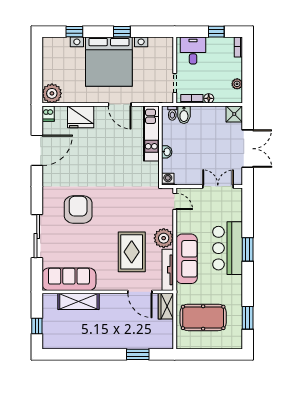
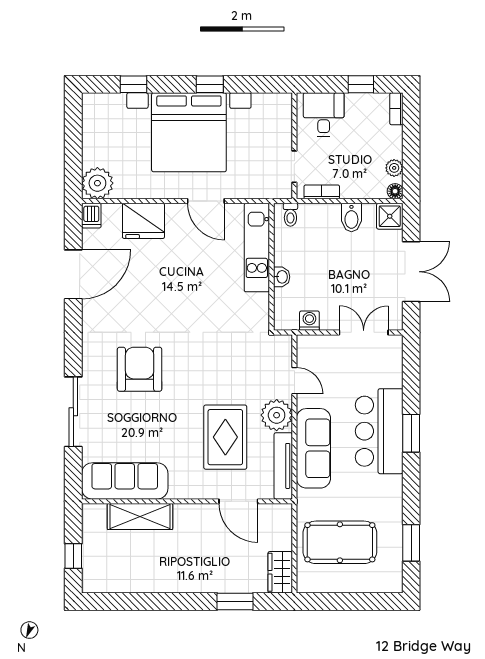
floor lamp: (209, 98) -> (395, 191), moved
bidet: (184, 115) -> (351, 217), moved
washing machine: (168, 179) -> (309, 321), moved
door: (175, 201) -> (294, 381), moved
wardrobe: (166, 306) -> (280, 572), moved

